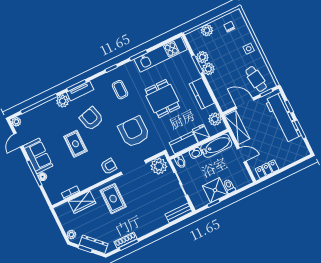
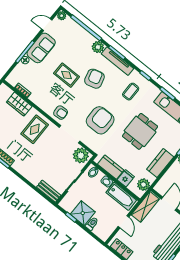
tv unit: (80, 91) -> (117, 61), width x1.41
rug: (75, 144) -> (67, 75), turned 90

